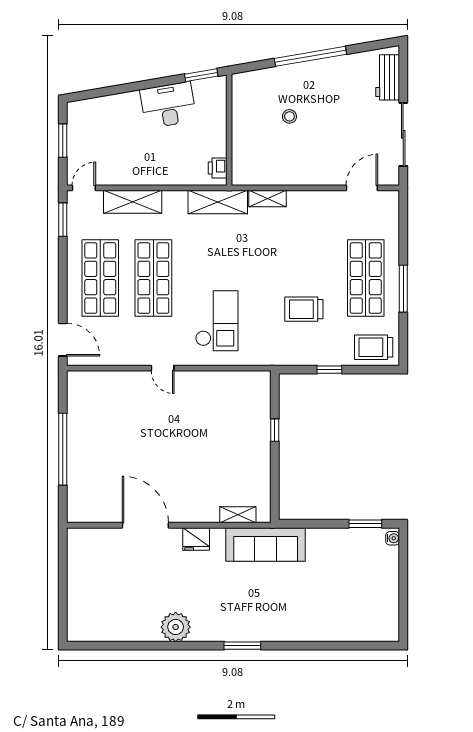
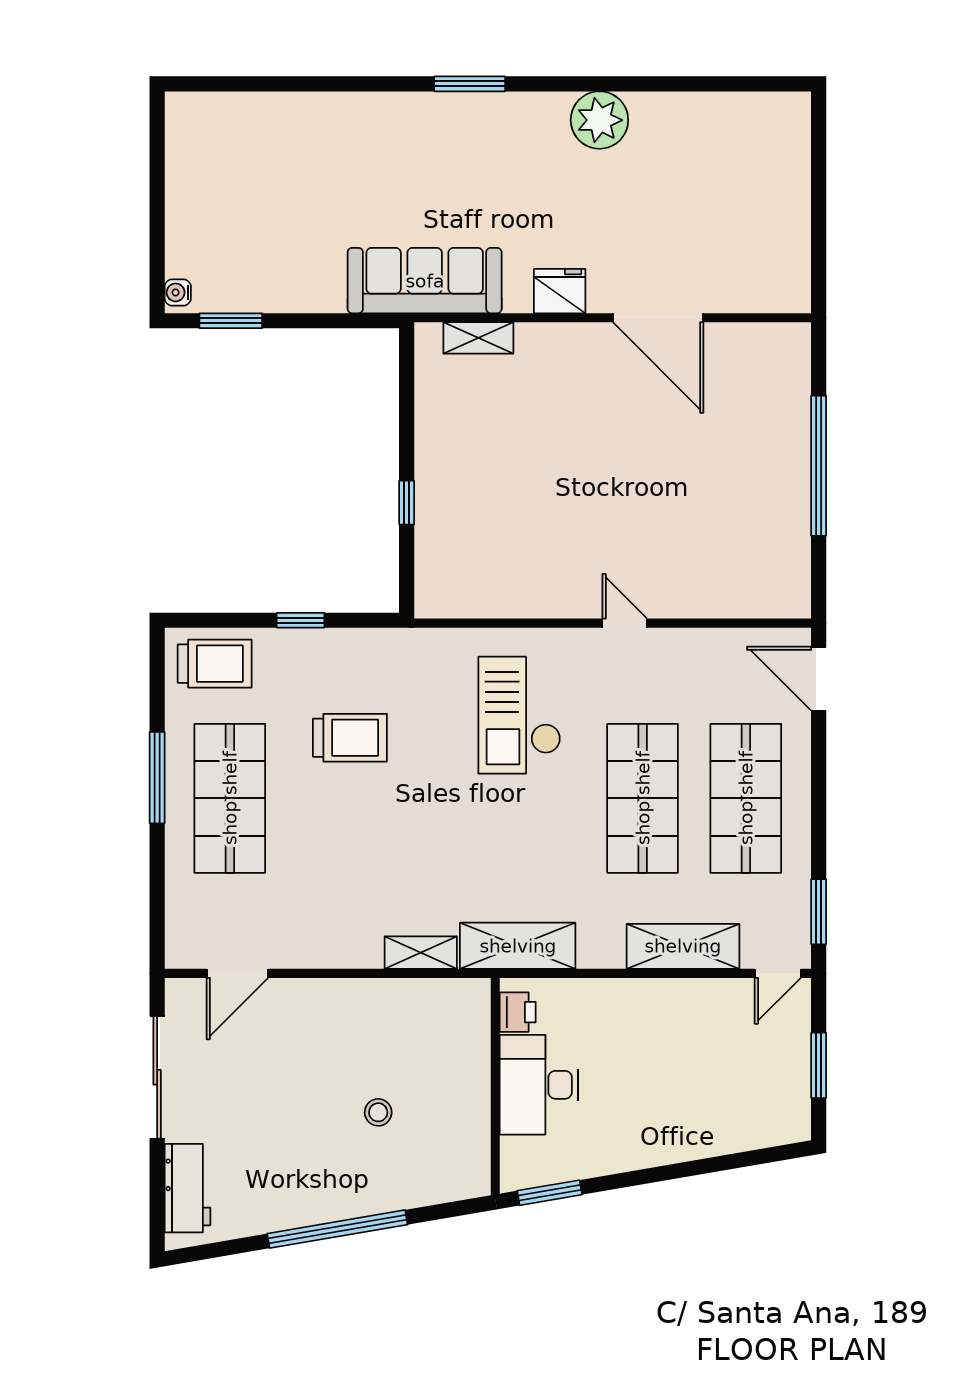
desk: (168, 105) -> (539, 1085), moved, turned 100

